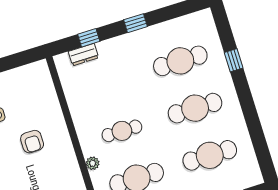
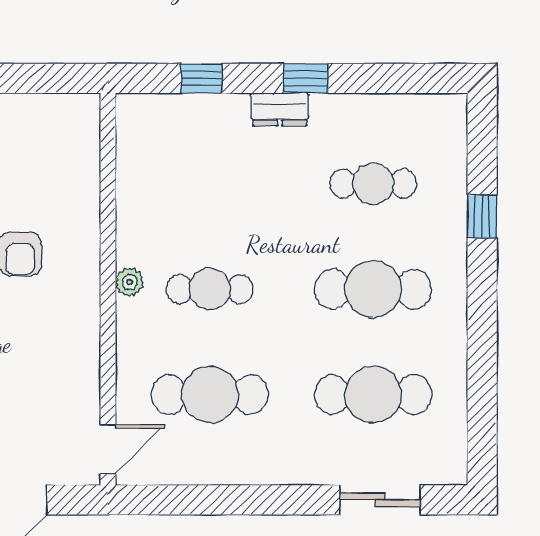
dresser: (83, 55) -> (280, 109), moved
cafe table: (180, 61) -> (373, 184), width x0.73, depth x0.74
plant: (93, 163) -> (130, 282), moved

